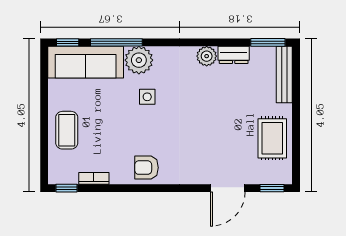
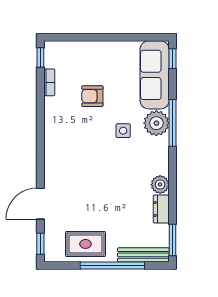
window: (116, 42) -> (173, 123), moved
window: (296, 109) -> (112, 266), added
coffee table: (67, 130) -> (93, 58), removed
armchair: (146, 168) -> (92, 96), moved, turned -90
door: (228, 188) -> (40, 204), hinge flipped

